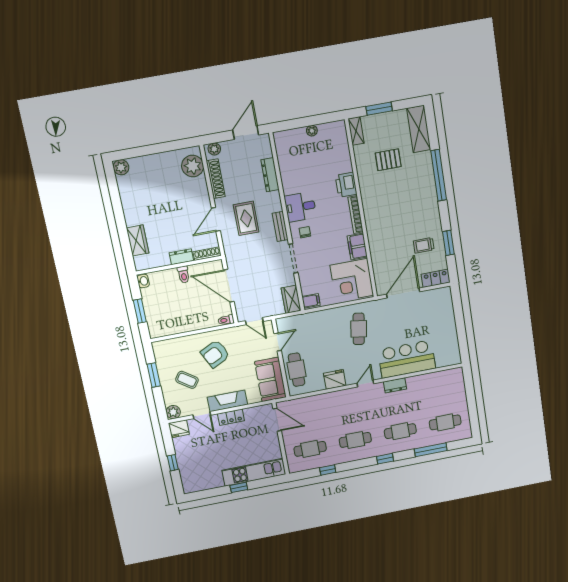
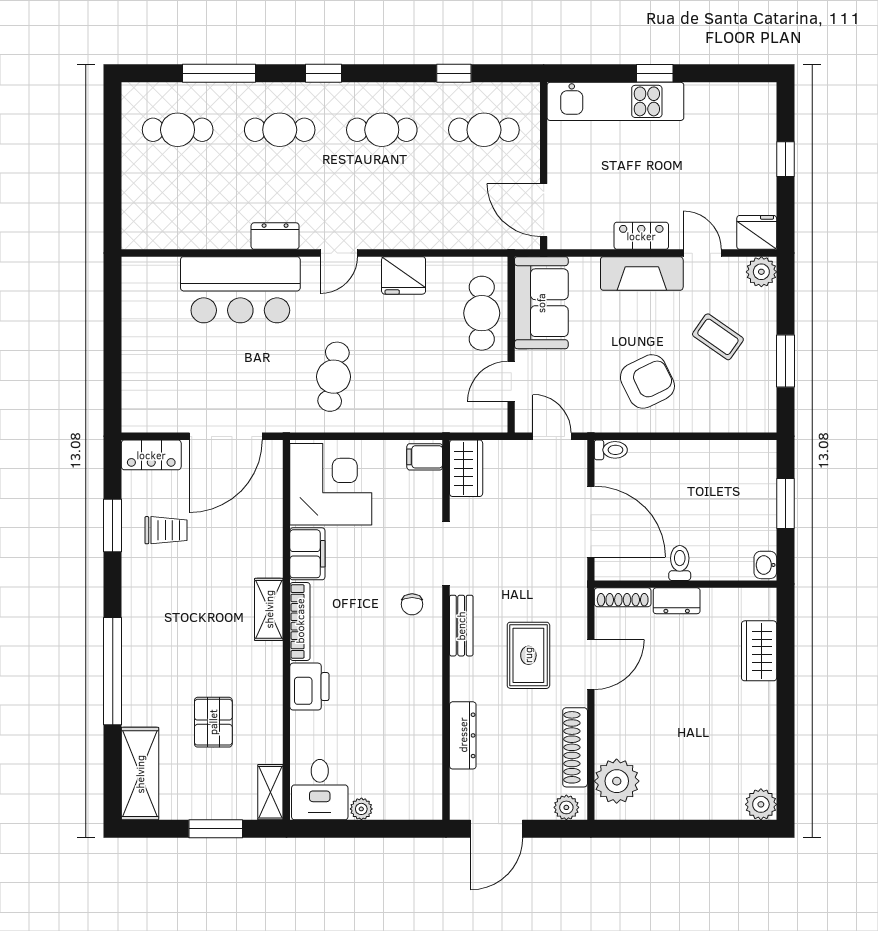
pallet: (388, 160) -> (213, 722), turned 90
desk: (300, 207) -> (320, 790), moved, turned 90
shelving: (371, 218) -> (269, 609), added

